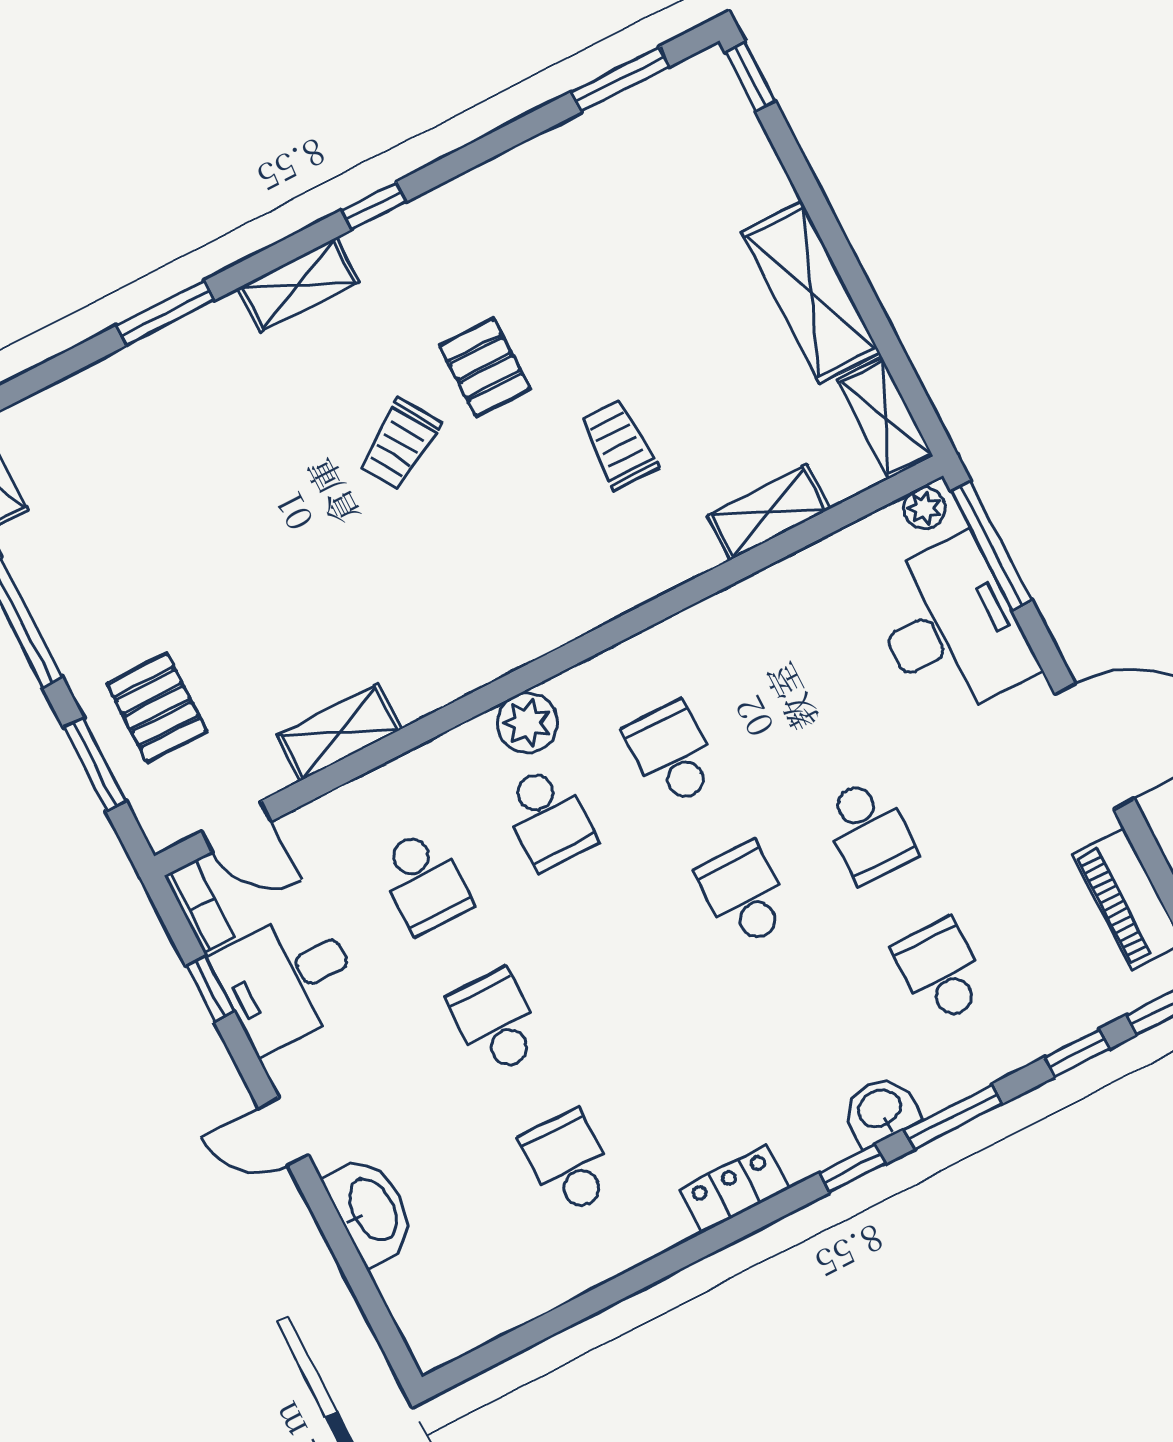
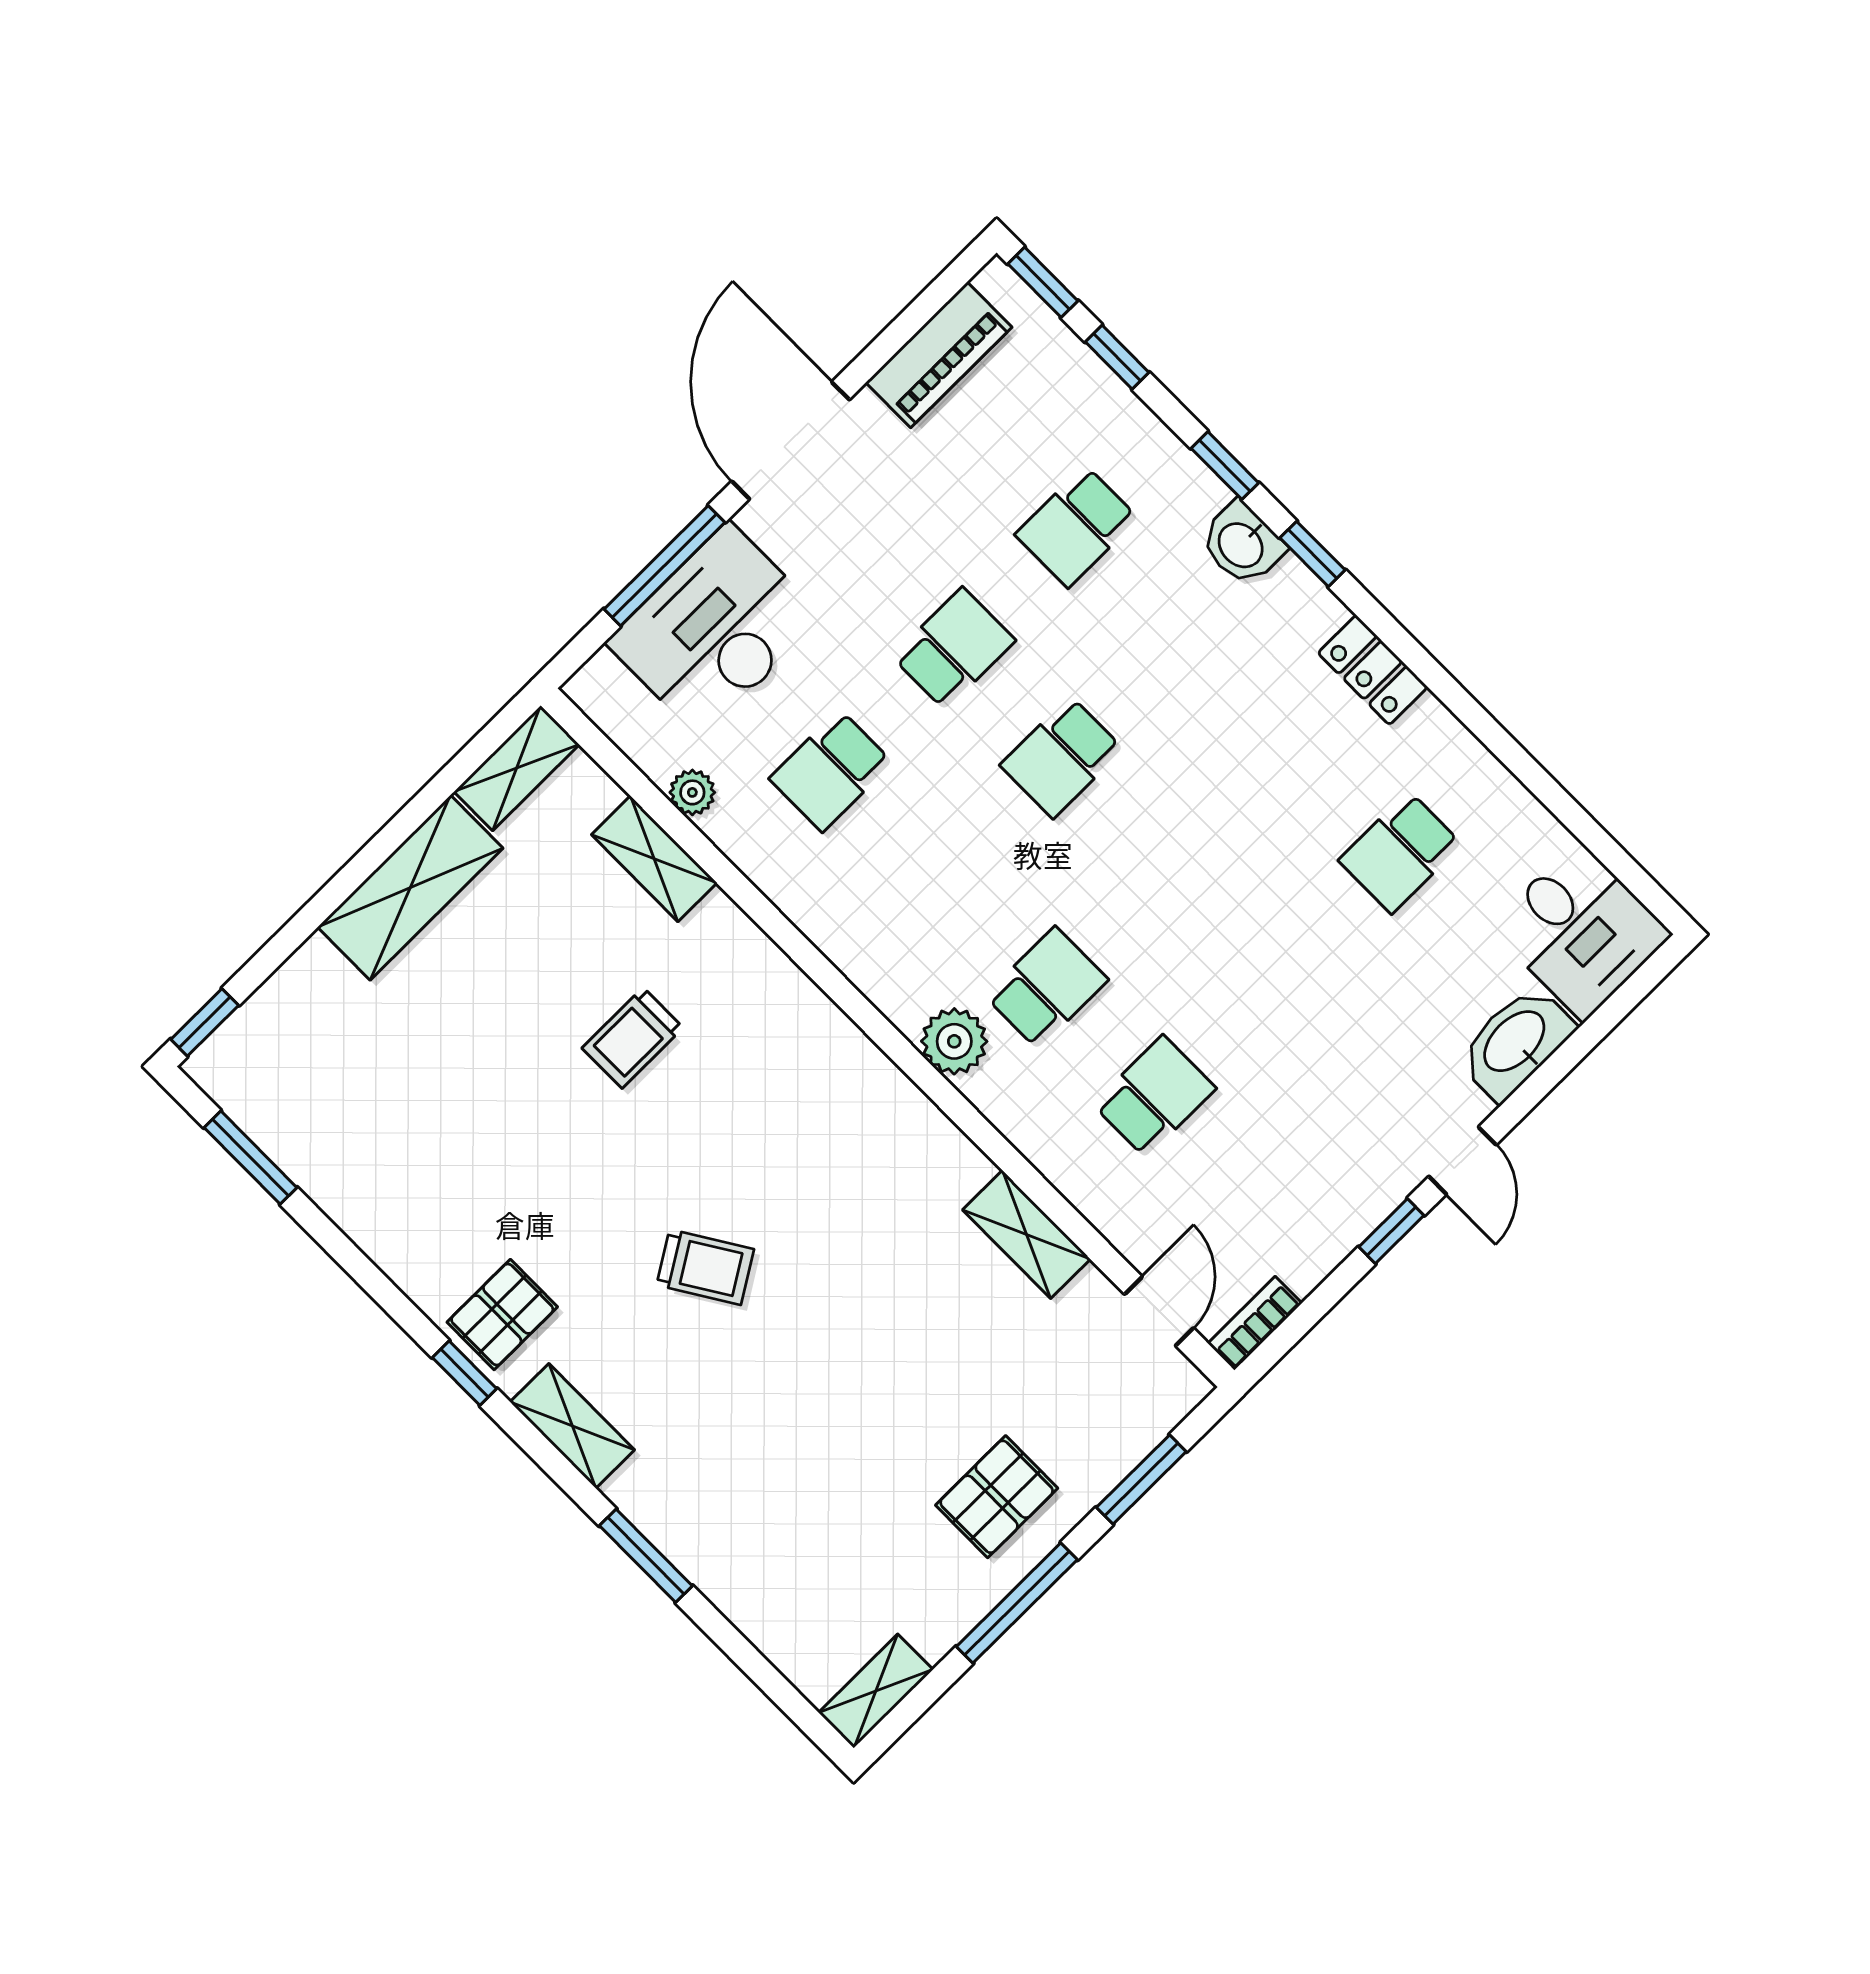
pallet: (485, 367) -> (502, 1315), moved
plant: (924, 508) -> (692, 792), moved
window: (991, 546) -> (664, 566), moved
pallet: (157, 708) -> (997, 1497), moved
school desk: (672, 754) -> (831, 771), moved
desk: (287, 980) -> (1580, 931), moved
window: (210, 989) -> (1391, 1231), moved
school desk: (496, 1022) -> (1277, 974), removed
window: (953, 1117) -> (1225, 466), width x0.67

